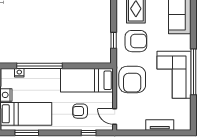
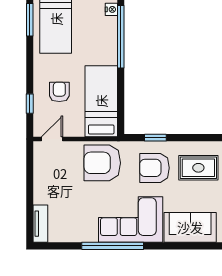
armchair: (136, 41) -> (154, 168), turned 90
corner sofa: (174, 75) -> (131, 220), moved
tv unit: (160, 125) -> (40, 224), moved

